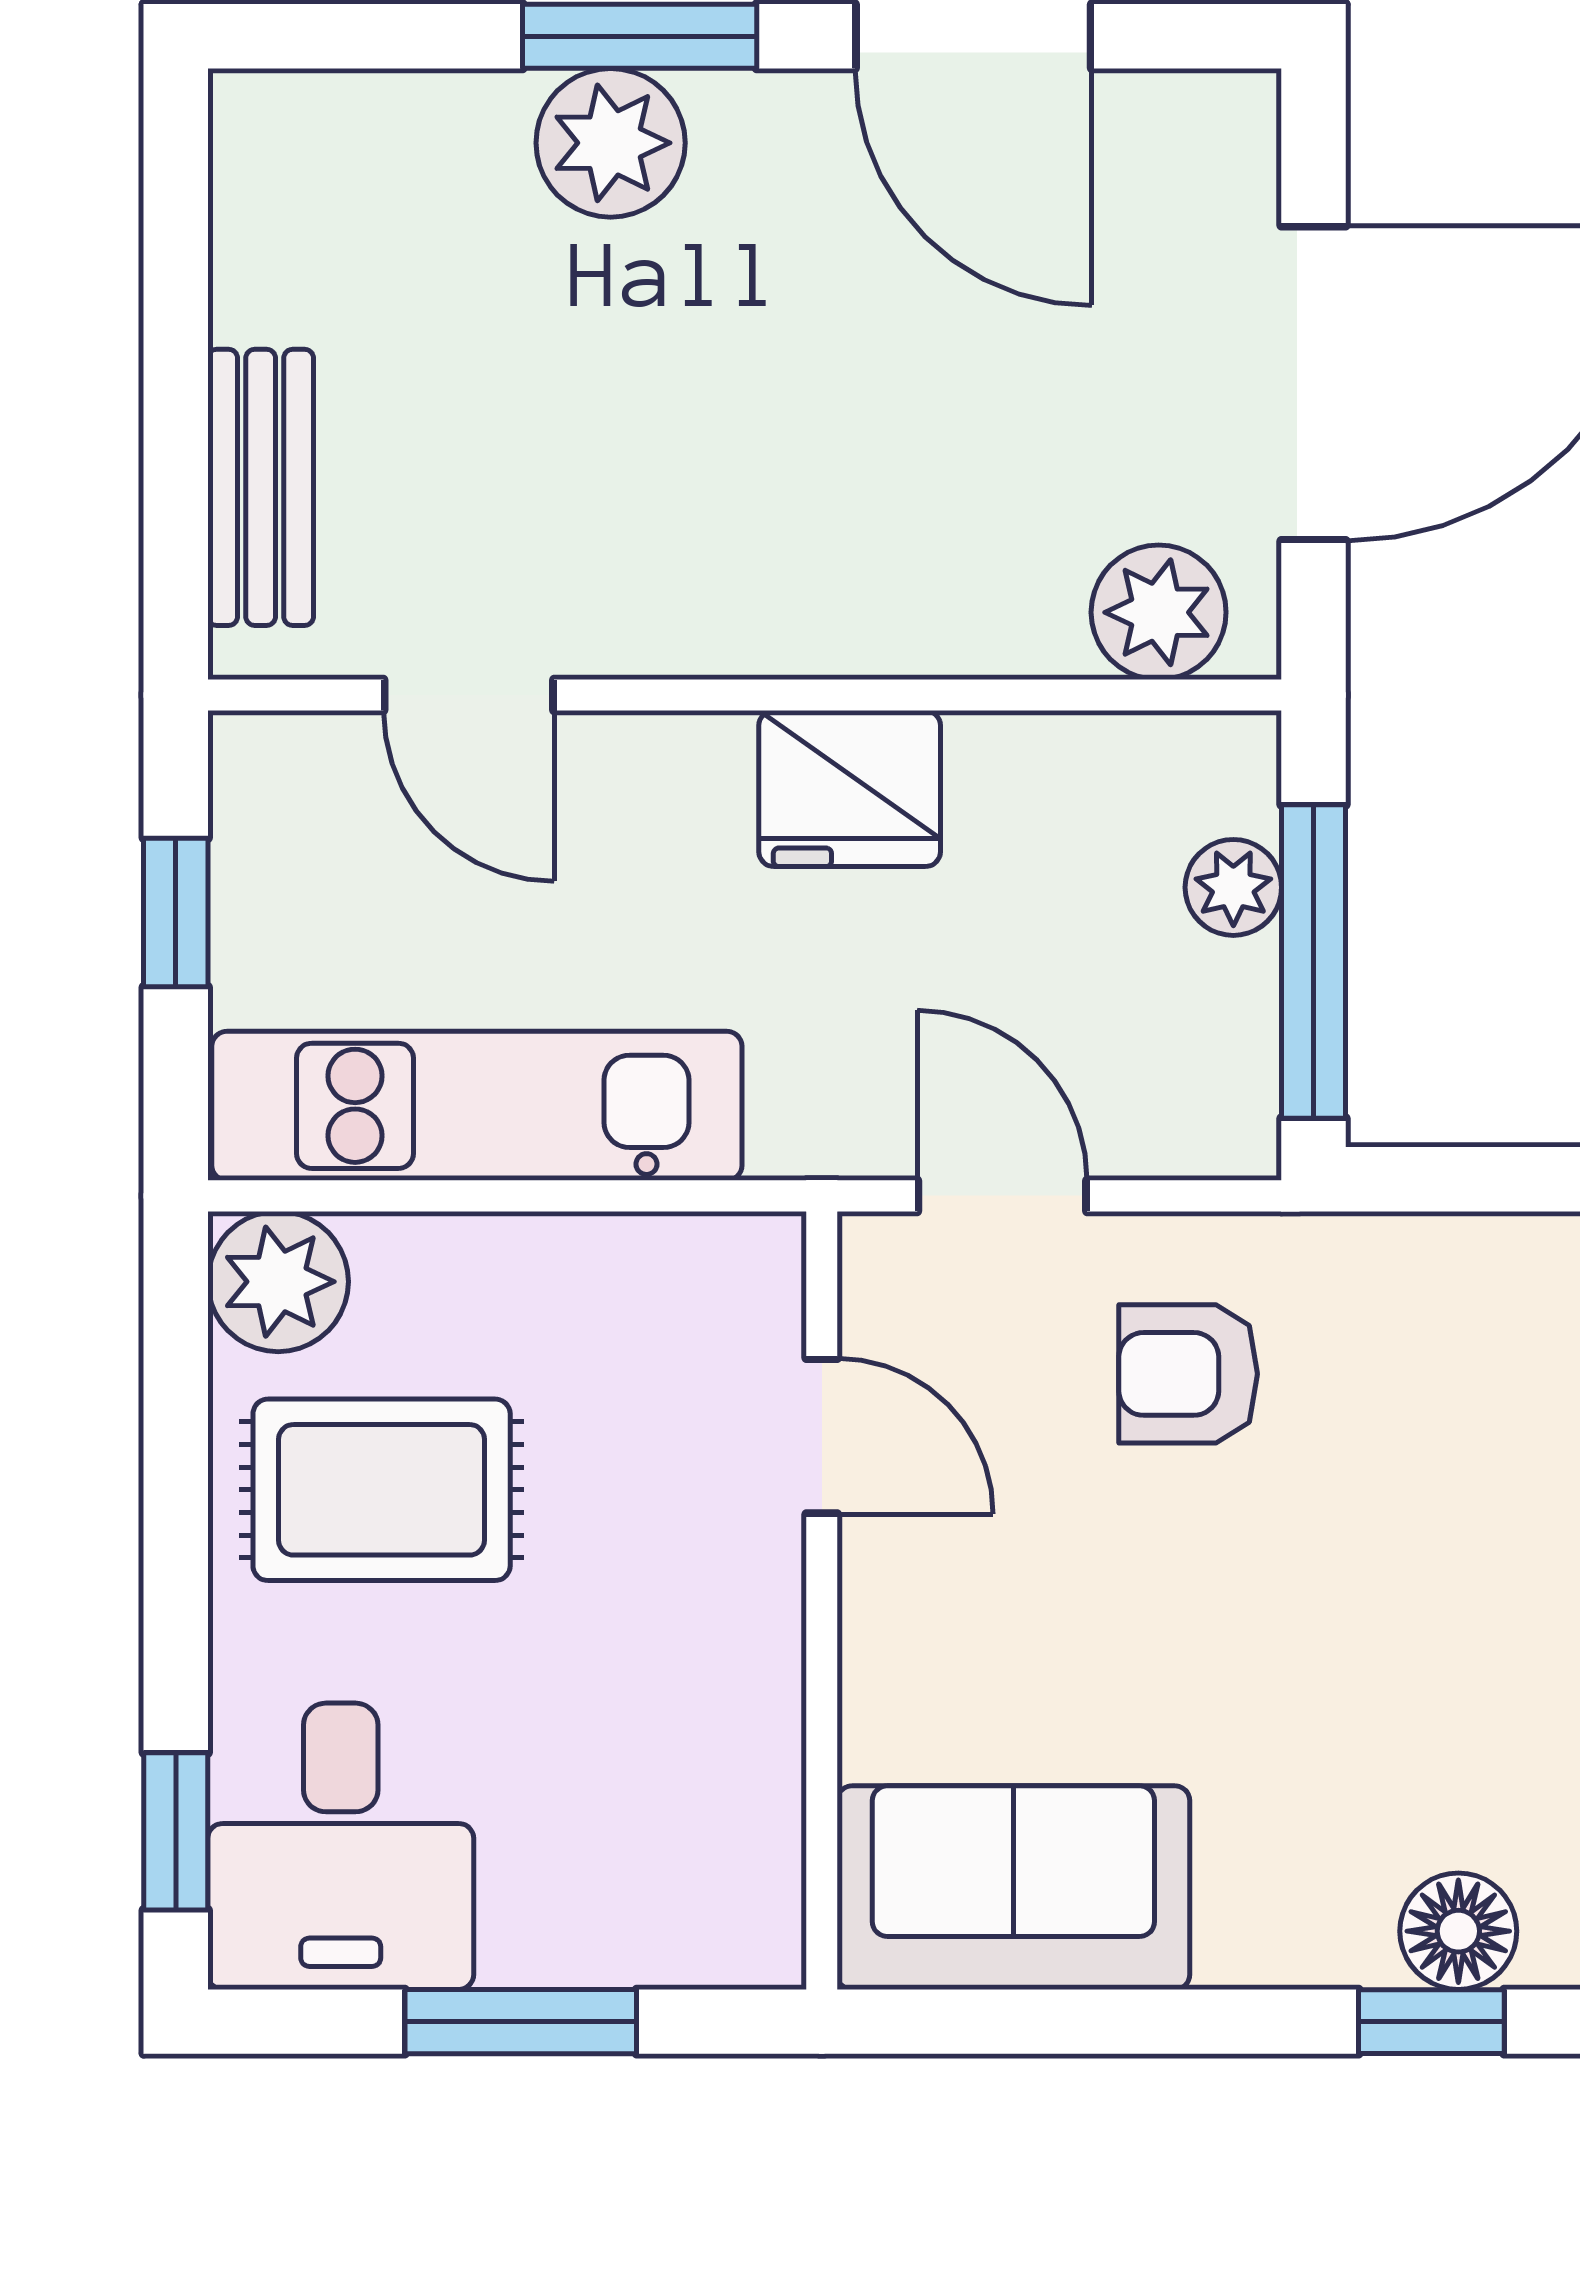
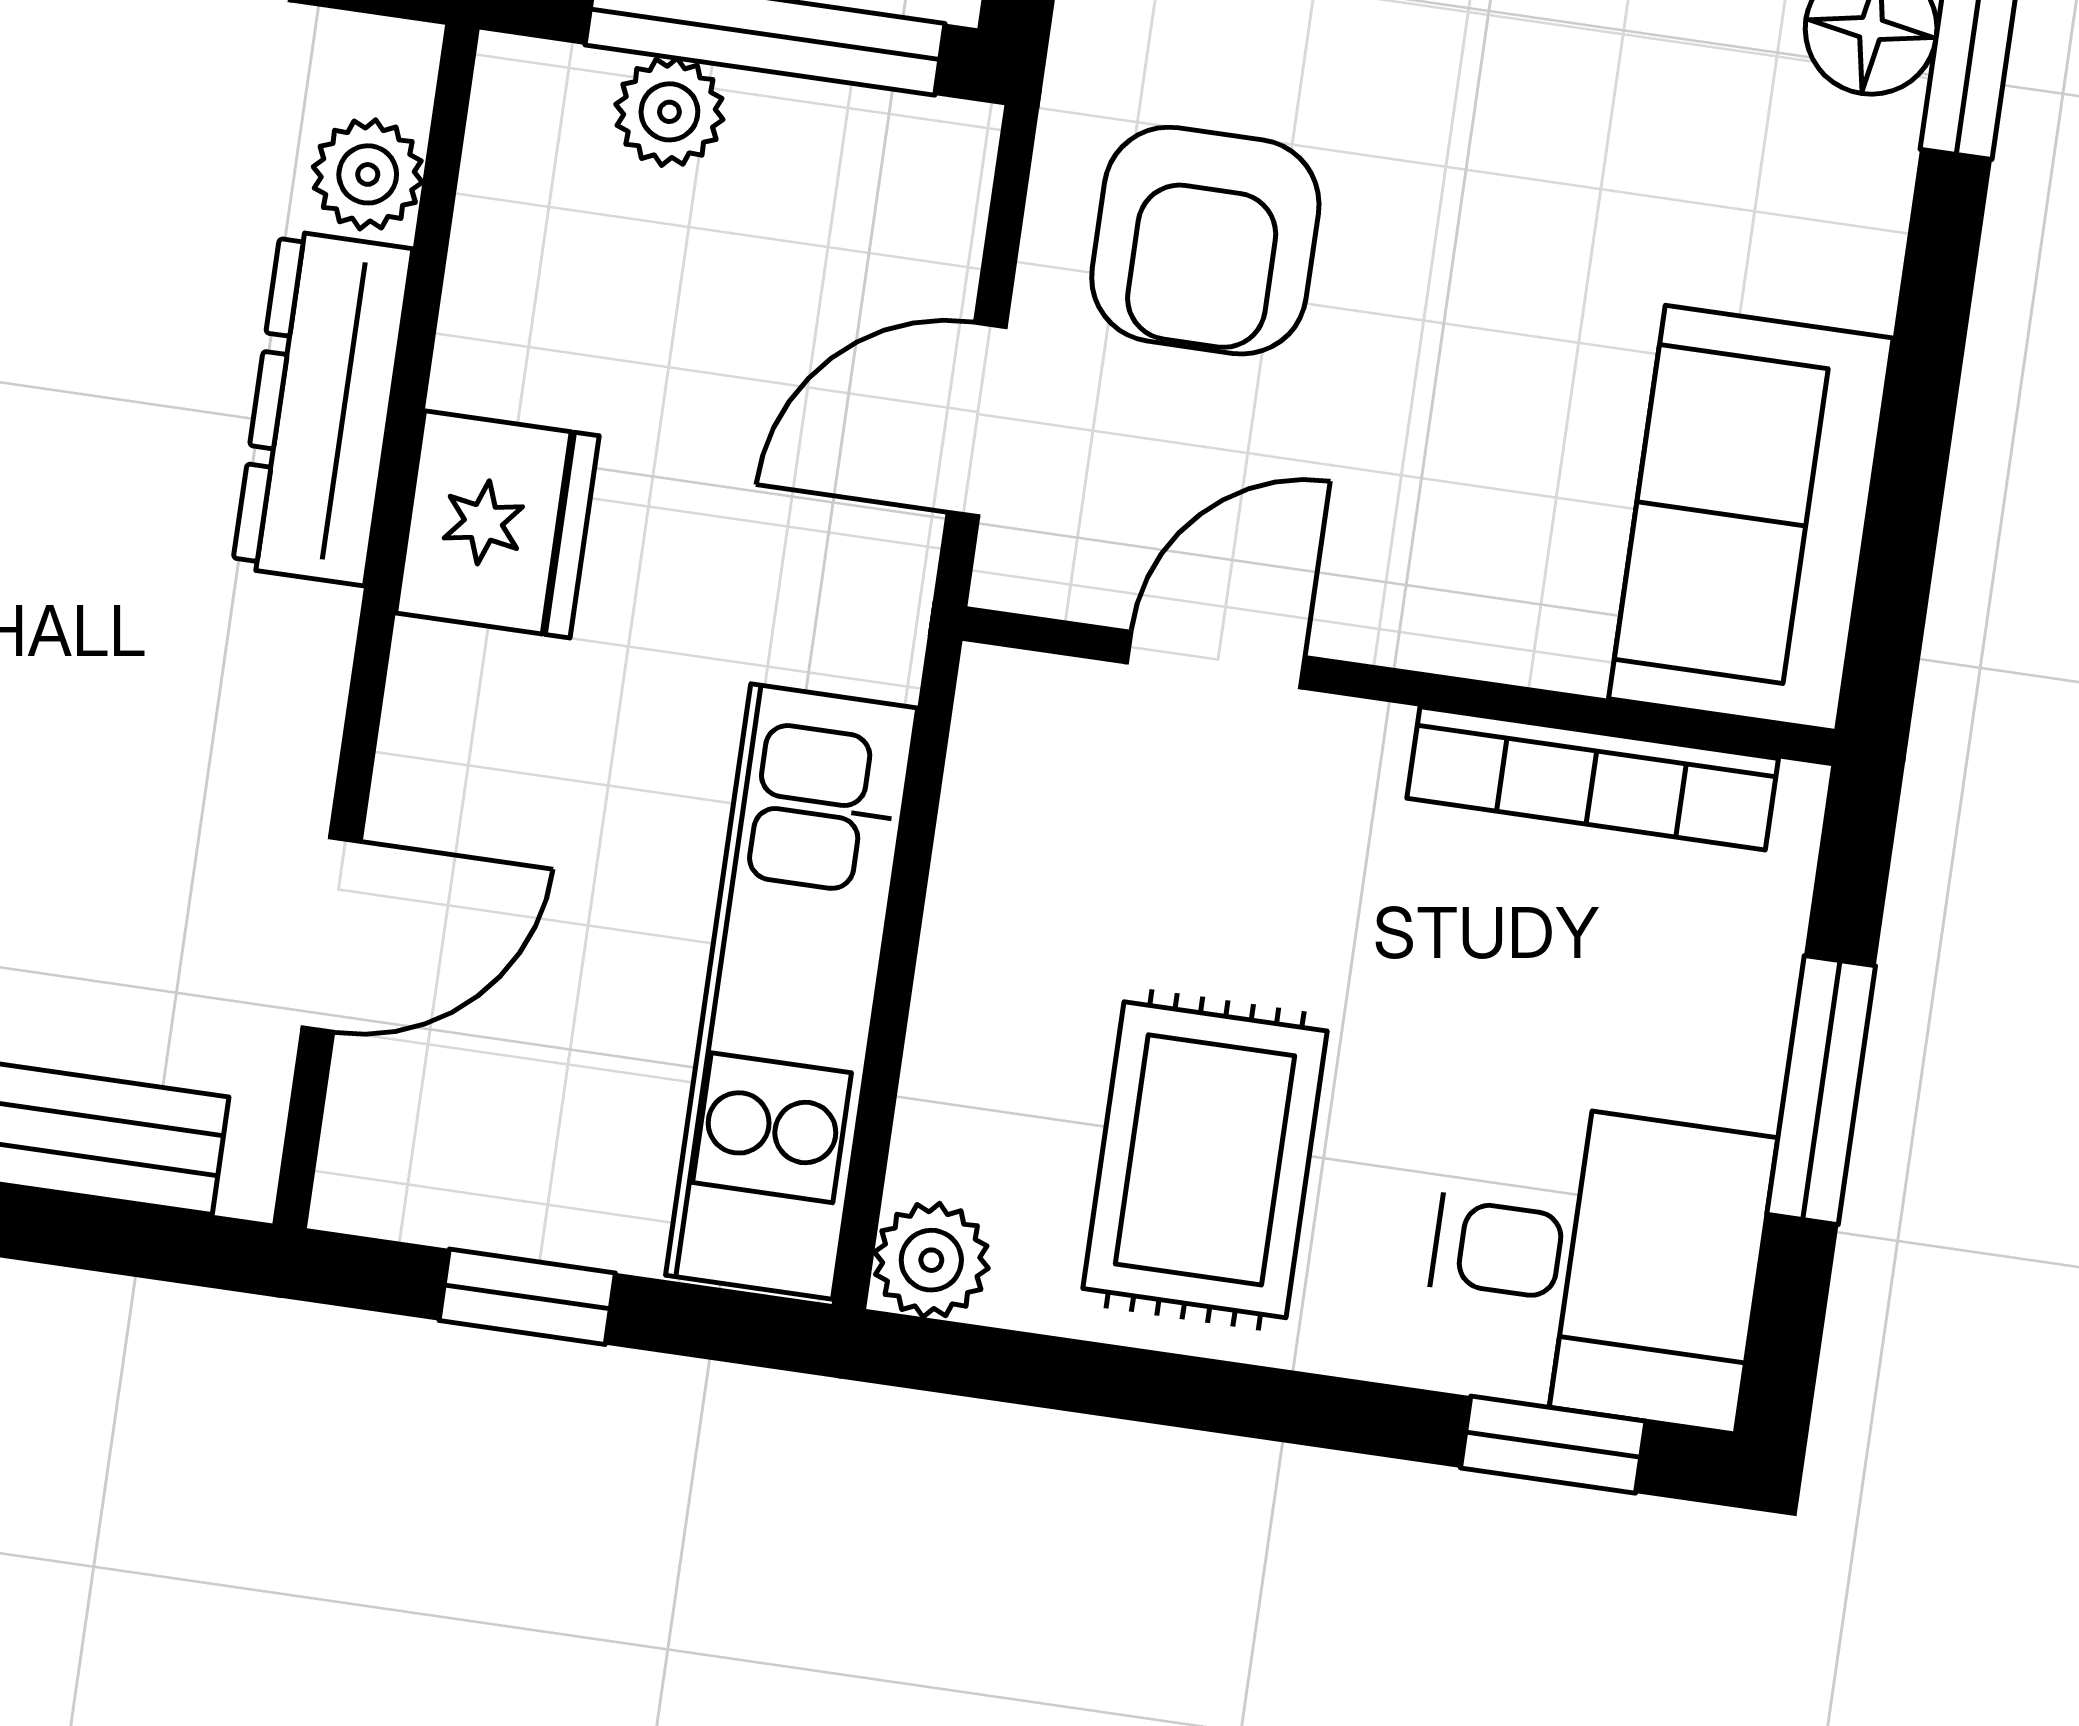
plant: (1159, 612) -> (368, 174), width x0.73, depth x0.73
dresser: (930, 620) -> (323, 408), added
plant: (278, 1282) -> (931, 1260), width x0.73, depth x0.73
armchair: (1188, 1374) -> (1205, 241), width x1.38, depth x1.38
bookcase: (765, 1782) -> (1593, 778), added

